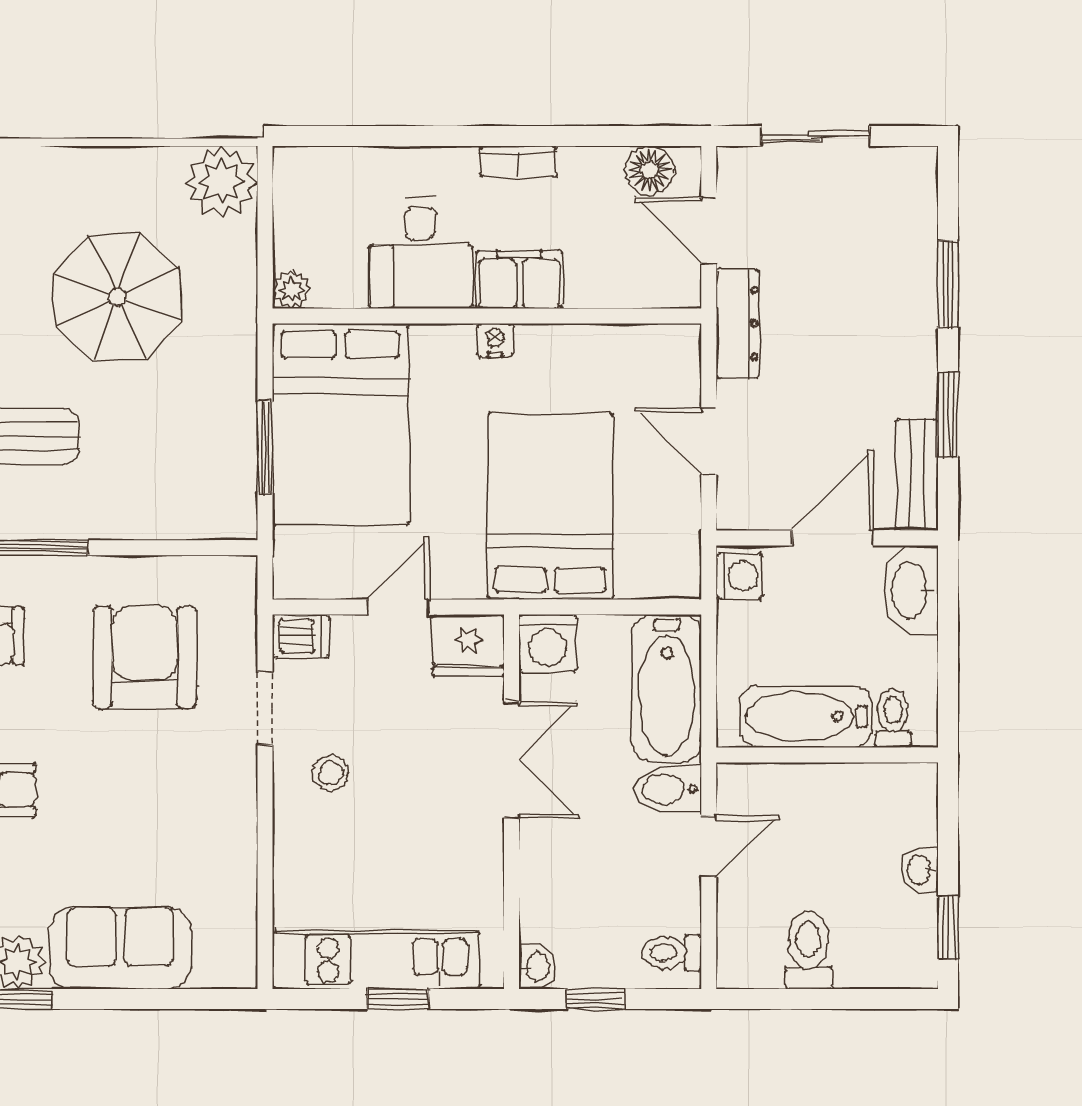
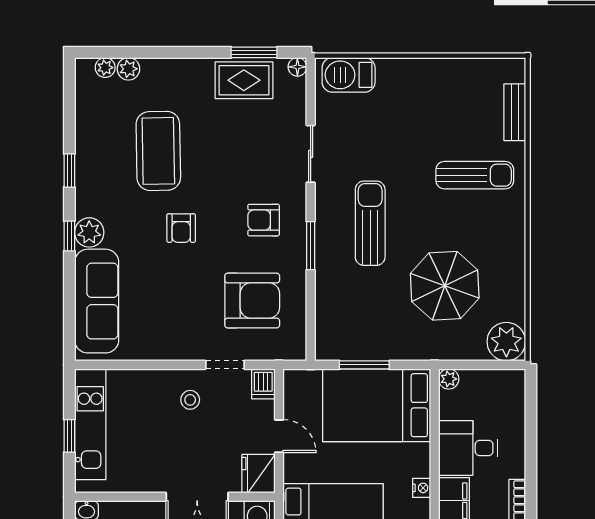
sofa: (120, 948) -> (97, 301), width x1.36

